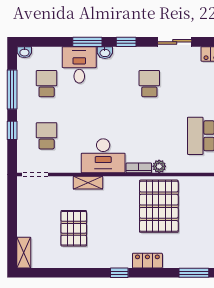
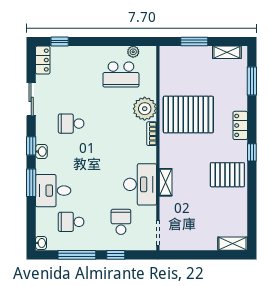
washbasin: (105, 53) -> (41, 151), moved
school desk: (47, 136) -> (121, 222), turned 90
desk: (103, 156) -> (140, 184), moved
plant: (159, 166) -> (145, 109), width x1.87, depth x1.87
pallet: (74, 228) -> (227, 175), moved

